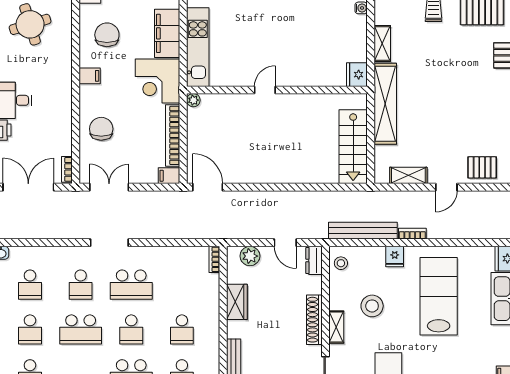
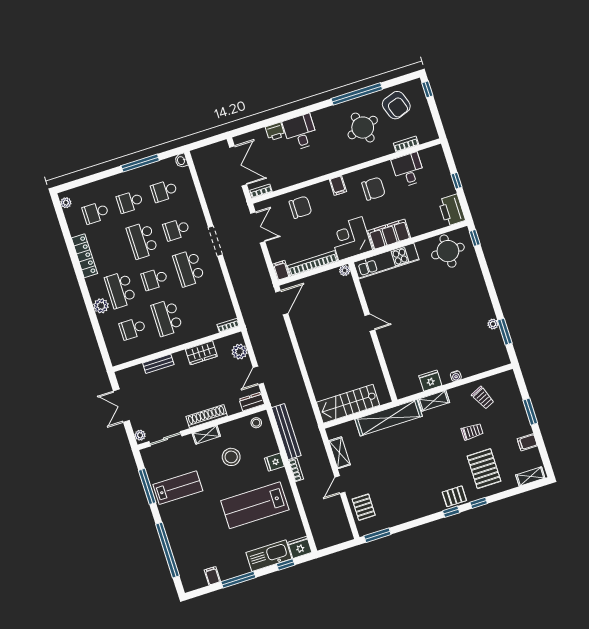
fridge: (357, 75) -> (430, 381), moved
door: (446, 187) -> (340, 485), hinge flipped
lab bench: (439, 296) -> (255, 505), turned 180
school desk: (182, 329) -> (167, 318), width x1.85

